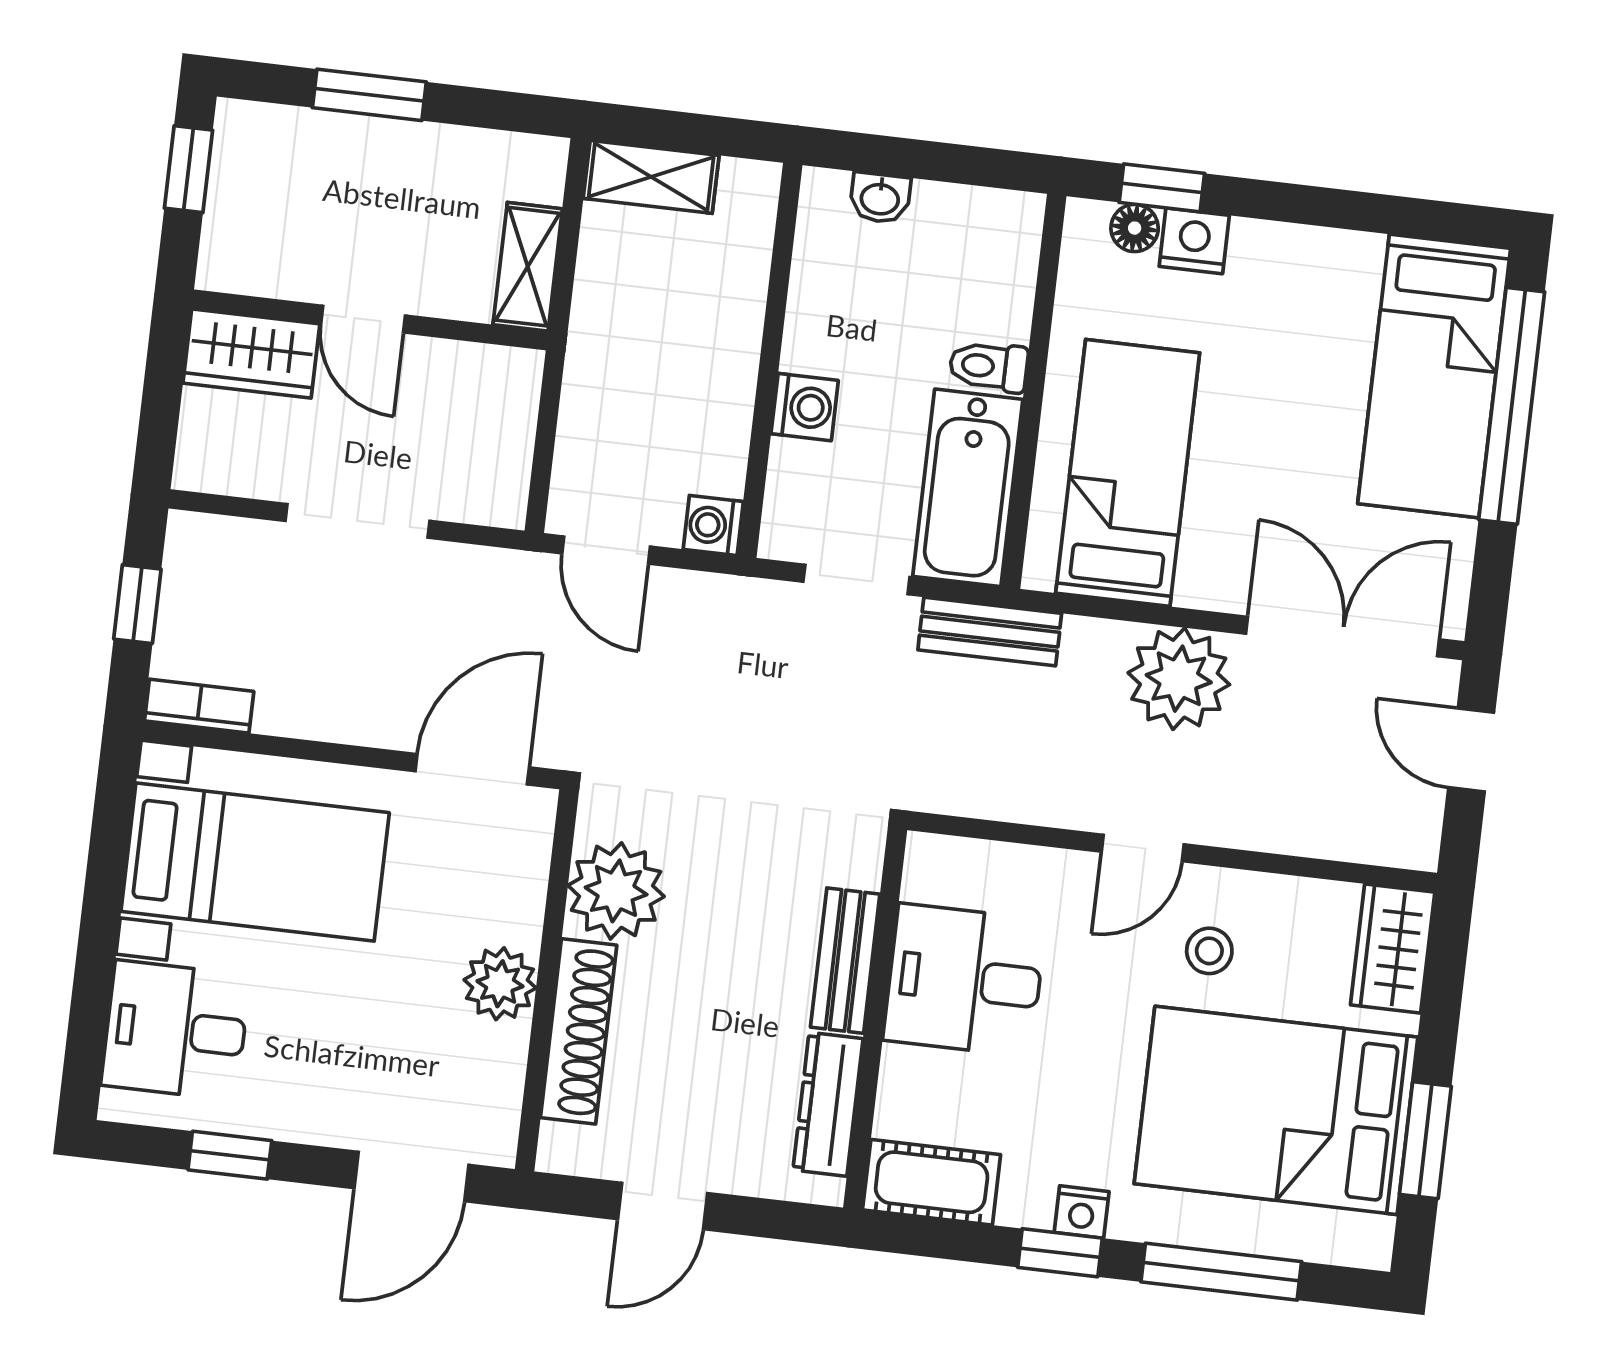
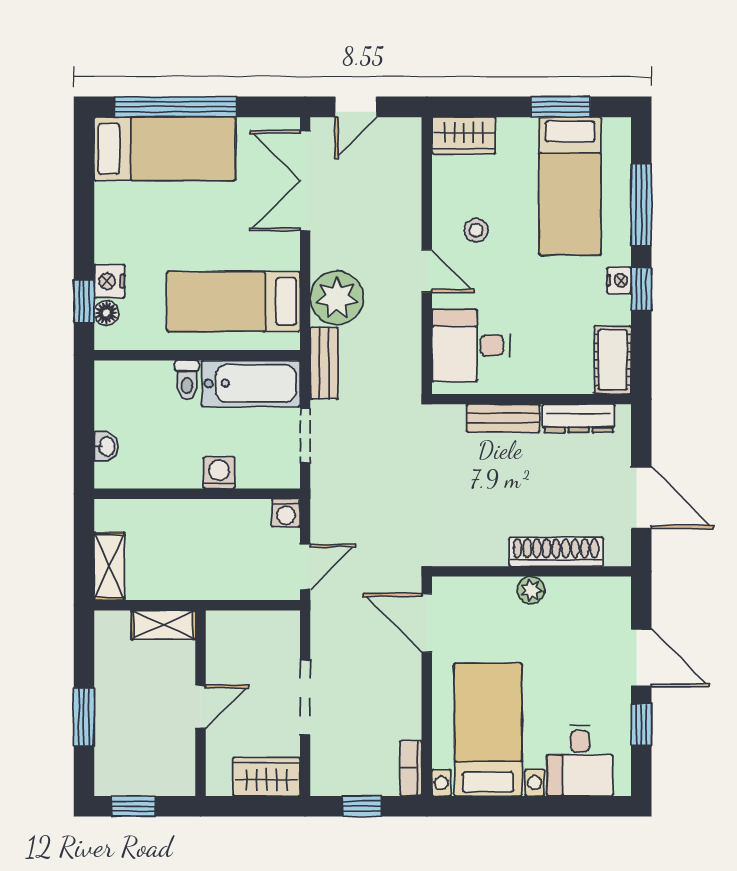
wardrobe: (251, 354) -> (266, 777), moved, turned -90
plant: (1179, 679) -> (337, 298), moved
plant: (616, 891) -> (481, 541), removed
desk: (965, 980) -> (471, 345), moved, turned 90
plant: (500, 984) -> (531, 590), width x0.73, depth x0.73
bed: (1276, 1110) -> (570, 186), width x0.67
door: (411, 1177) -> (641, 658), moved
door: (663, 1206) -> (641, 498), width x1.38

